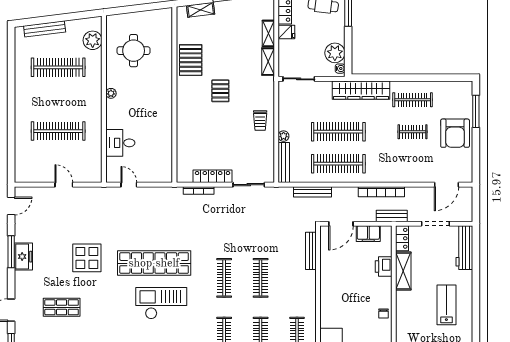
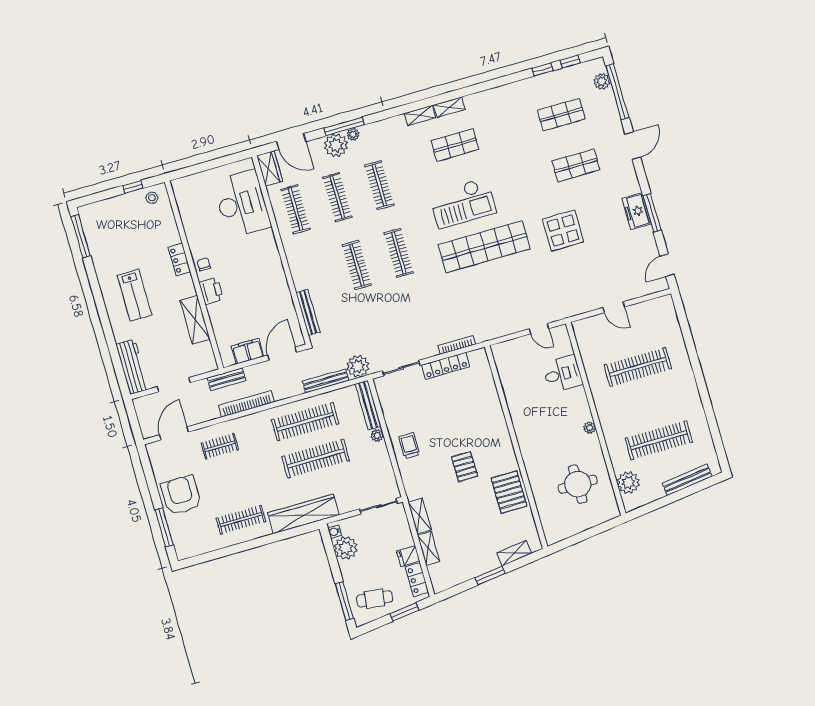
clothes rail: (413, 132) -> (220, 446), moved
plant: (283, 196) -> (358, 366), added
locker: (402, 238) -> (179, 260), moved
printer: (384, 267) -> (211, 291), moved

